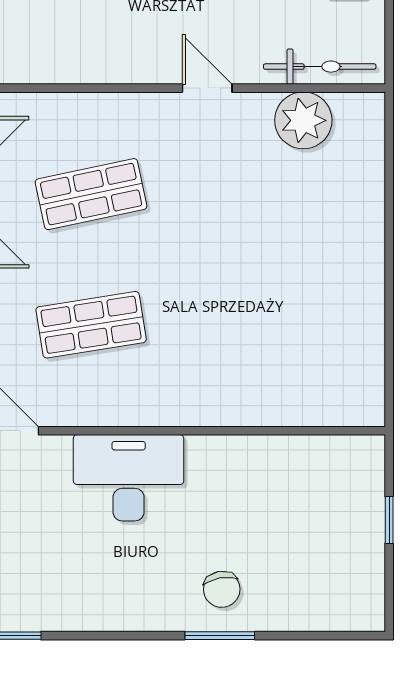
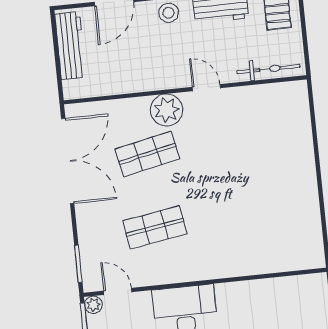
plant: (303, 120) -> (167, 110), moved

